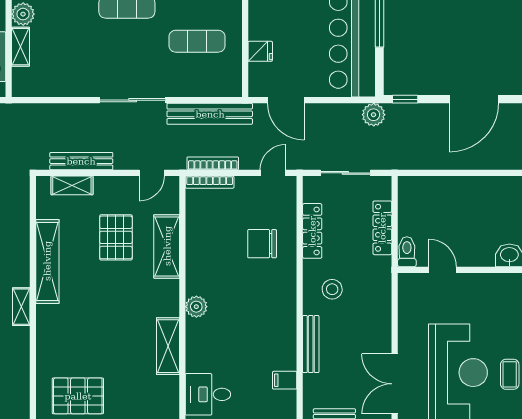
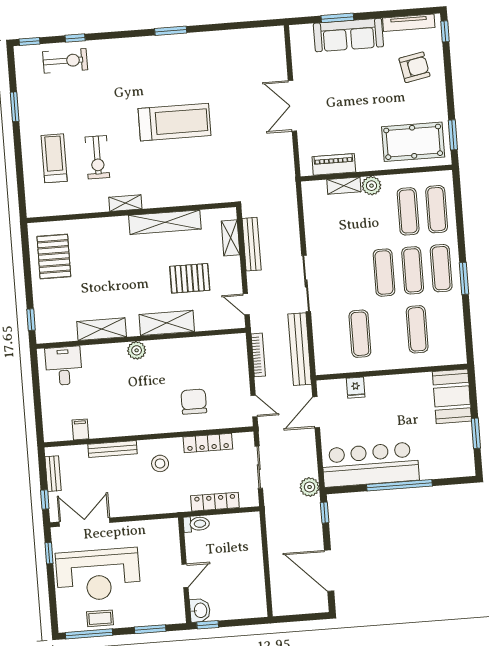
bookcase: (210, 182) -> (242, 354), removed
shelving: (167, 246) -> (167, 323), moved
door: (443, 270) -> (185, 576), moved

